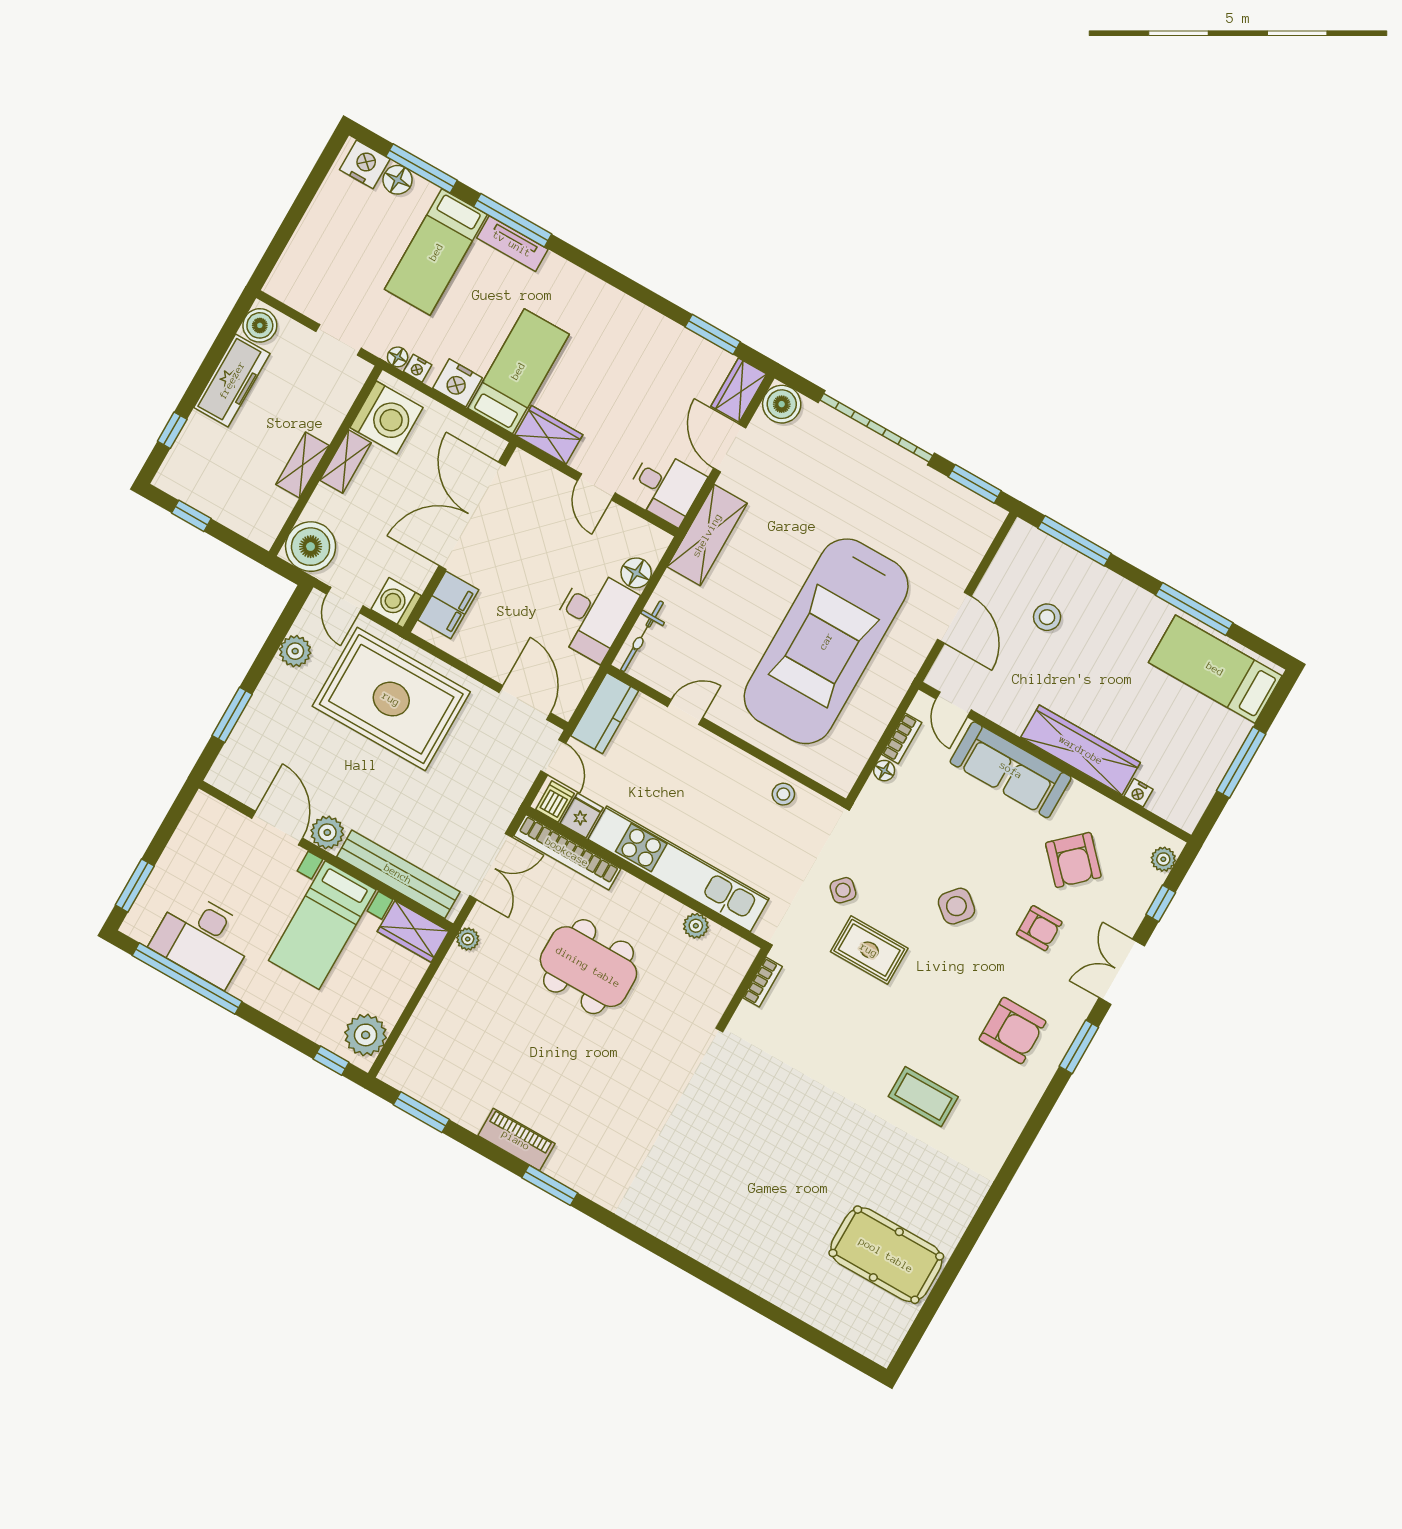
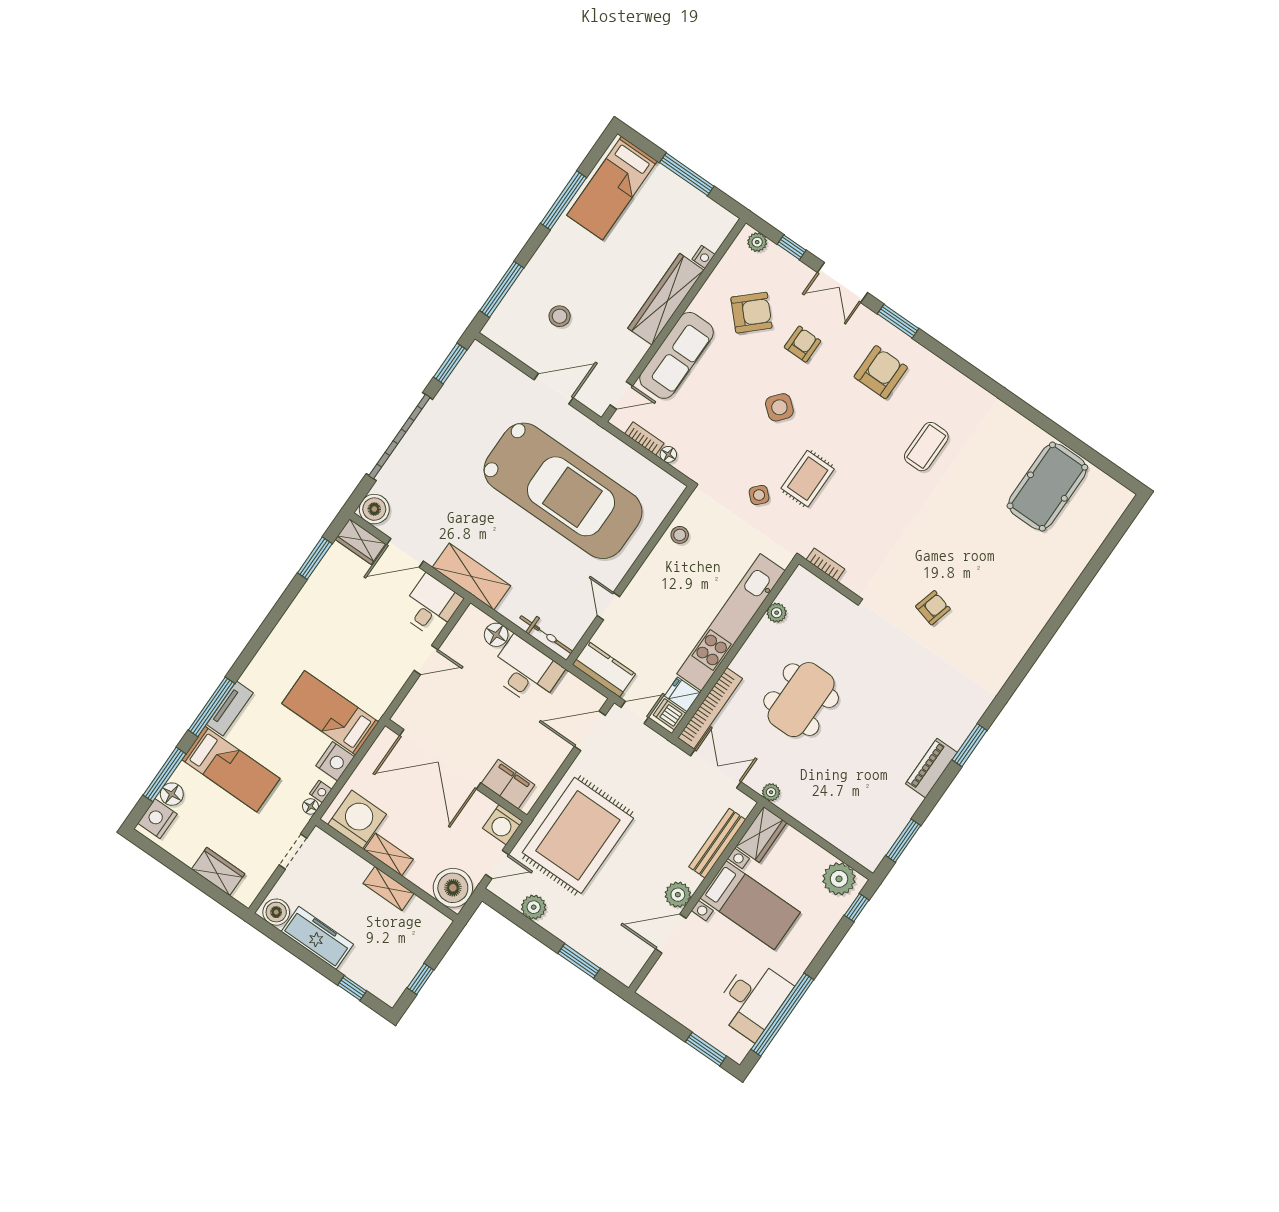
wardrobe: (549, 435) -> (218, 871), moved, turned 90
bench: (398, 874) -> (717, 843), width x0.73, depth x0.82
armchair: (720, 1123) -> (933, 608), added

